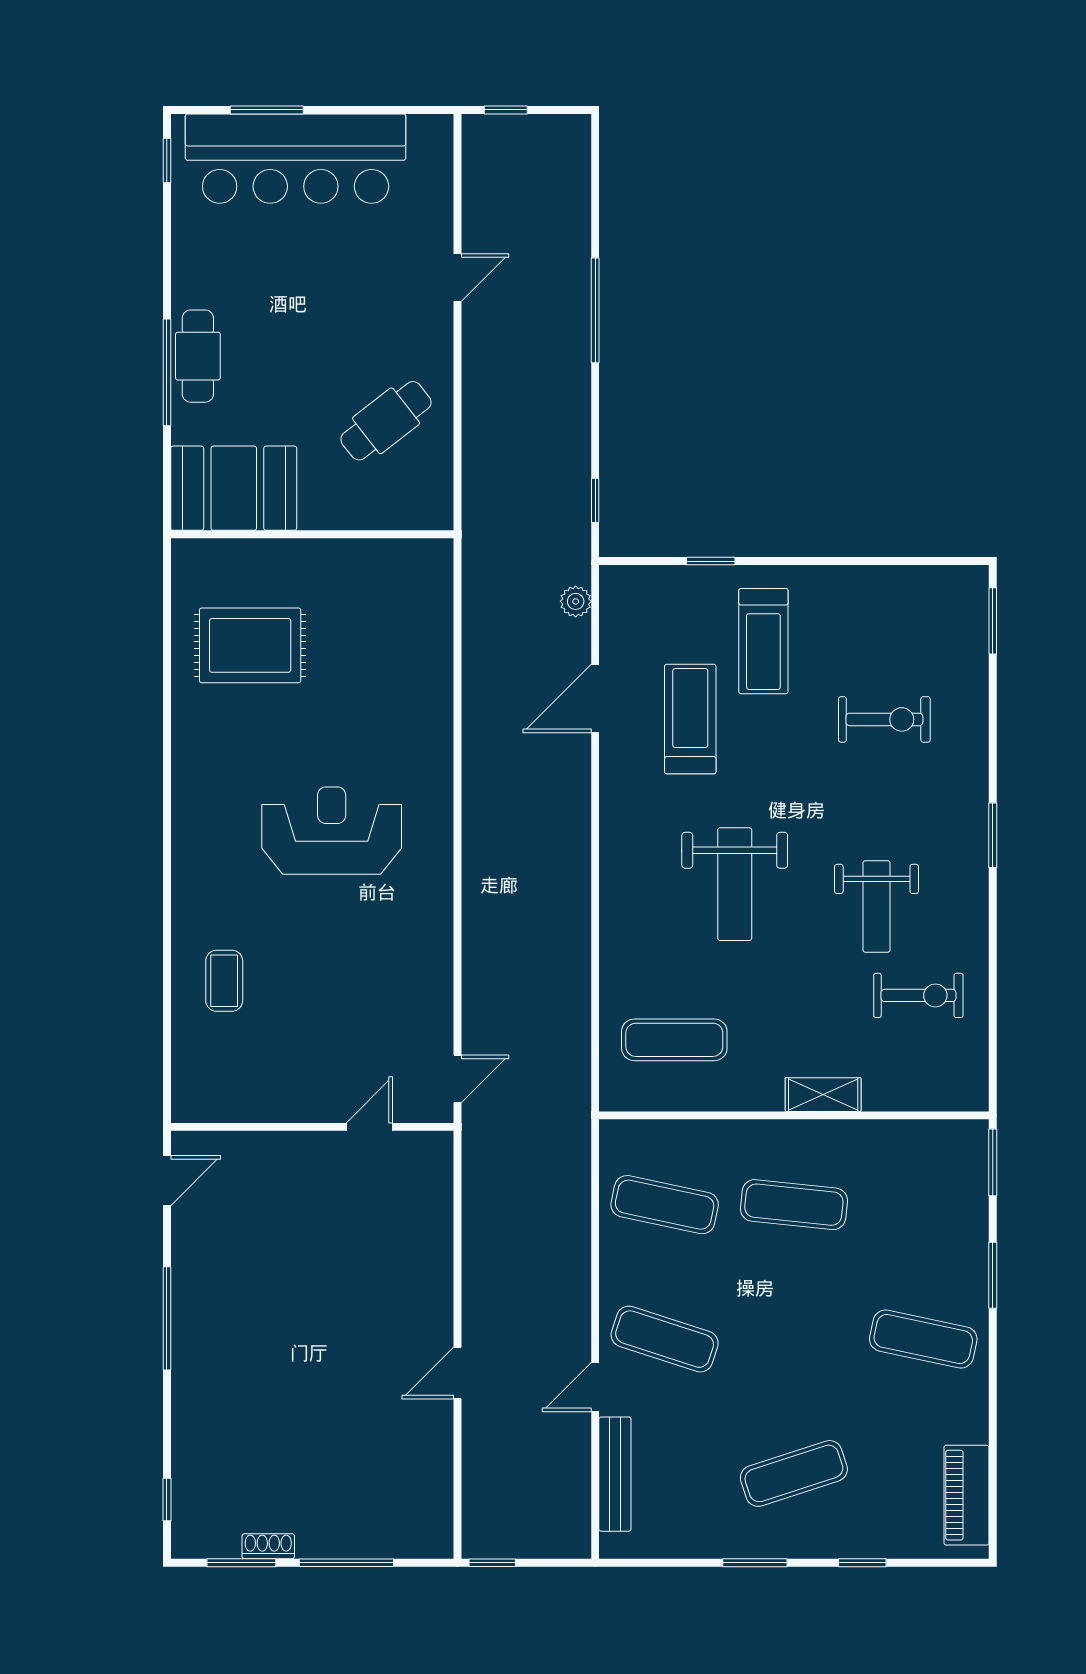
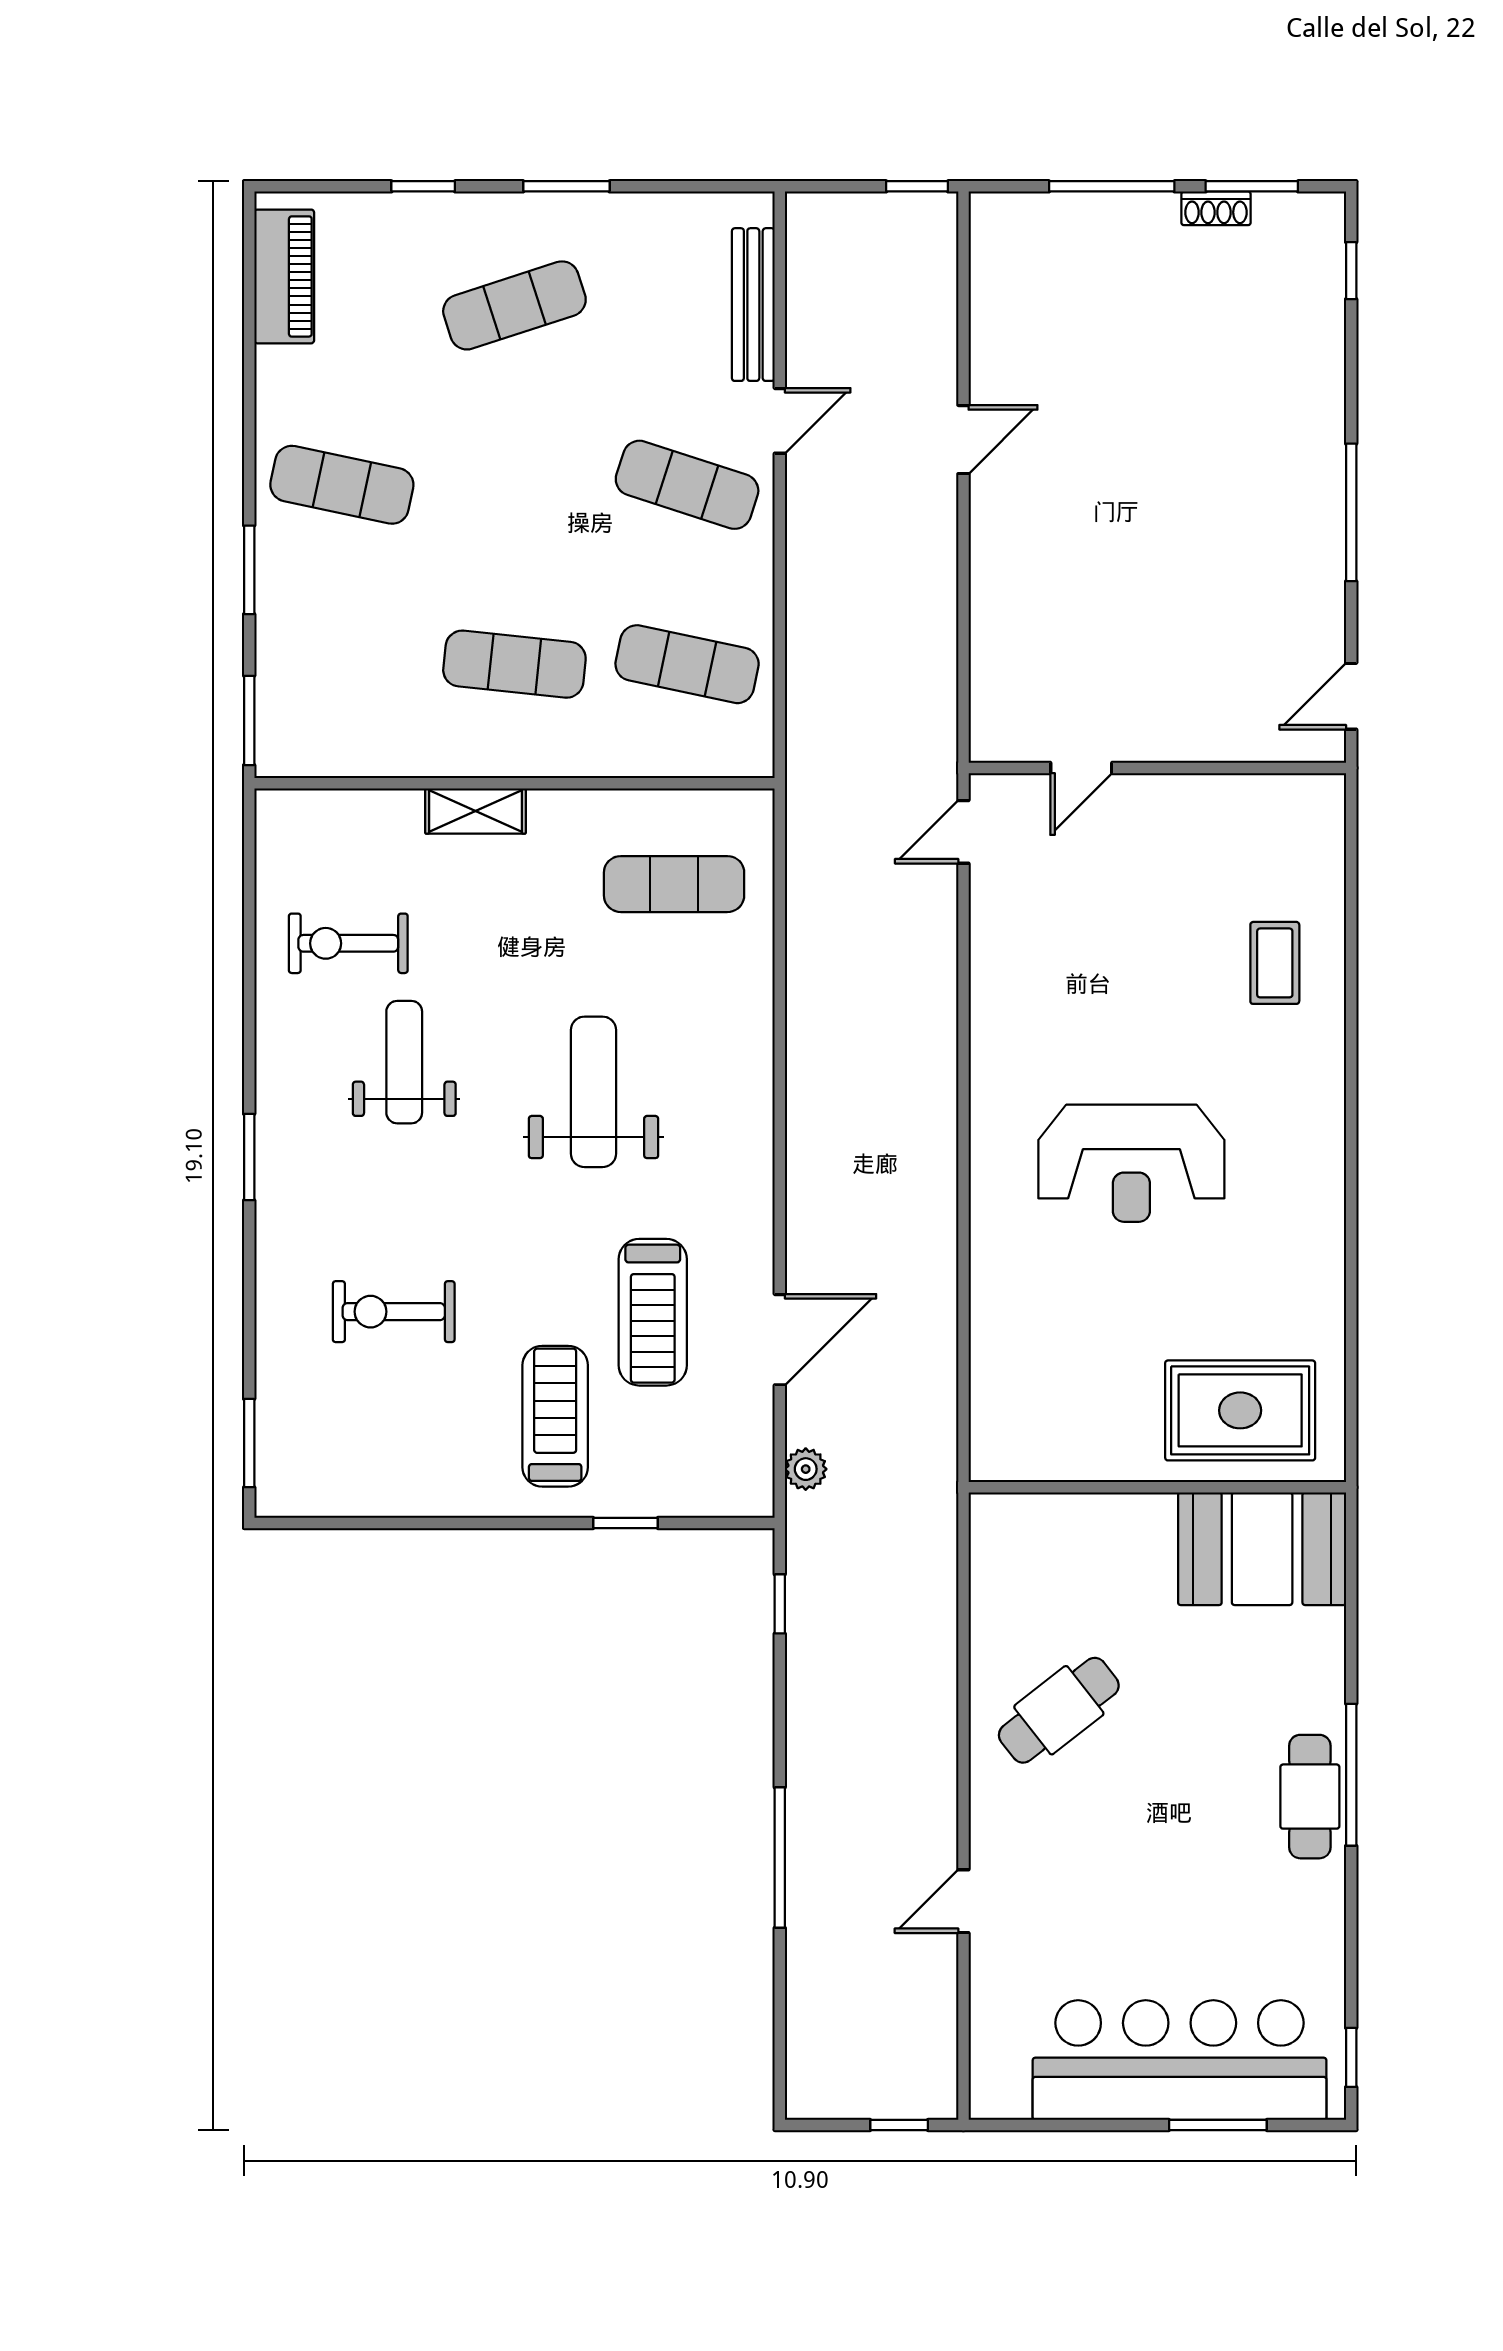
booth: (234, 488) -> (1262, 1549), moved
wall: (312, 534) -> (1157, 1487), moved

